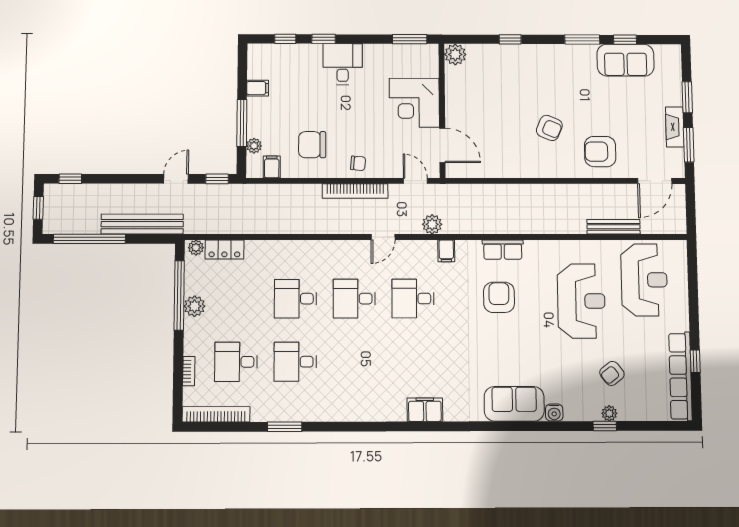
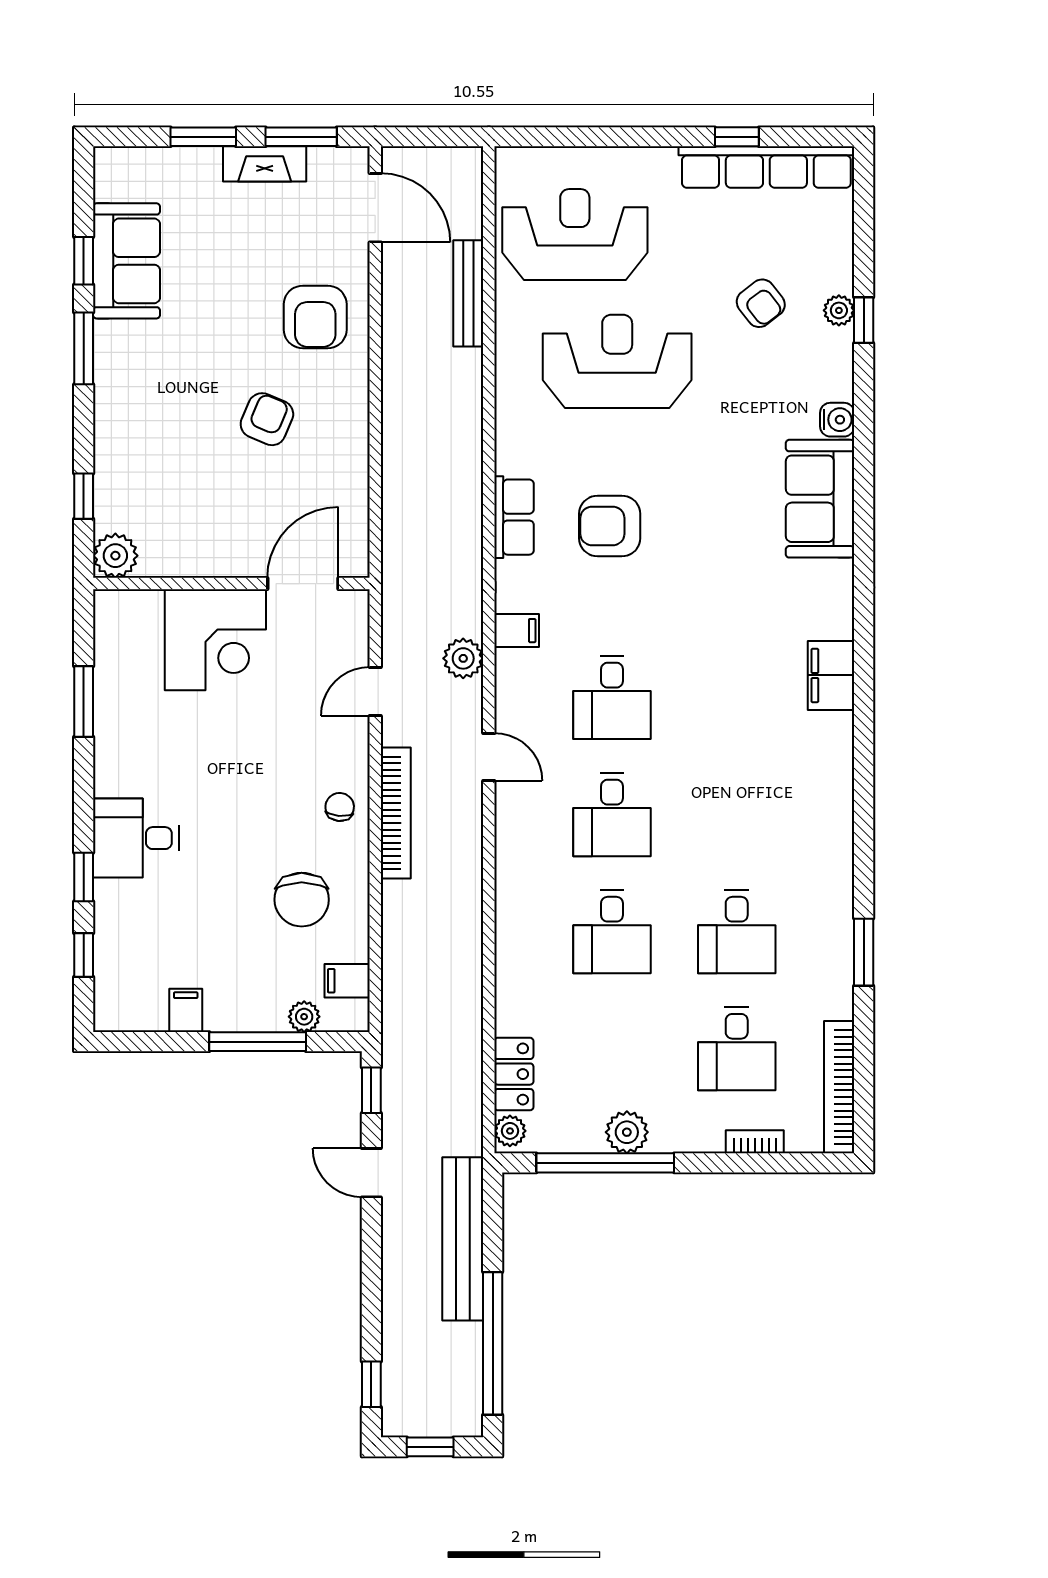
plant: (455, 54) -> (115, 556), moved
corner desk: (414, 103) -> (215, 640), moved
wall: (442, 110) -> (231, 584), moved
door: (442, 145) -> (303, 584), moved

